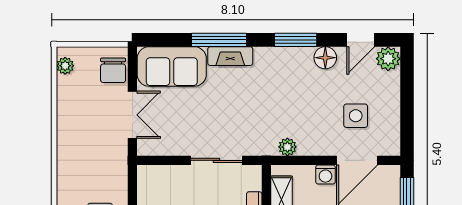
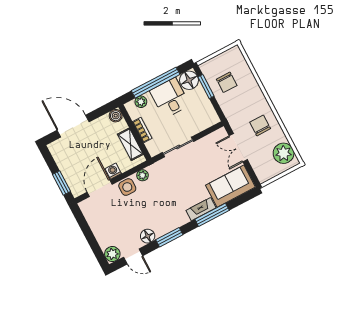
door: (361, 40) -> (133, 256), swing flipped
plant: (65, 66) -> (284, 153), width x1.88, depth x1.88
chair: (113, 70) -> (260, 125), moved
side table: (356, 116) -> (127, 187), moved

